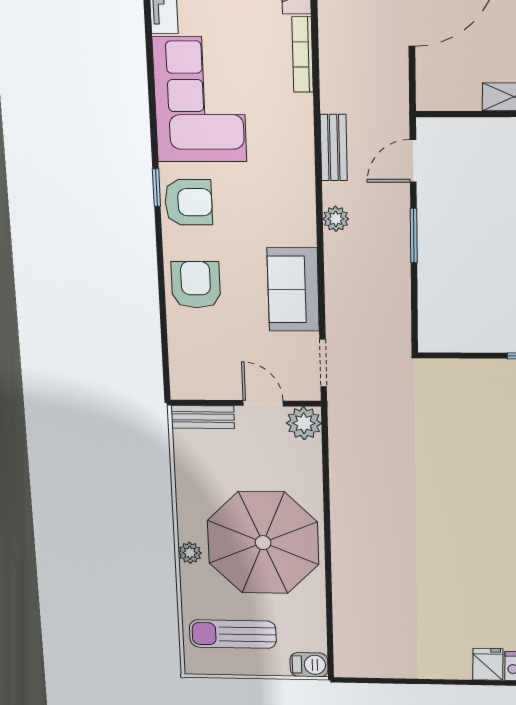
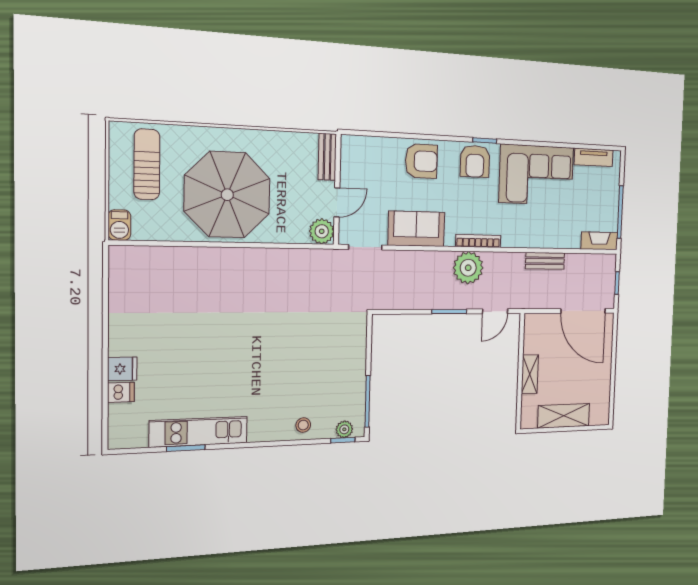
bookcase: (303, 55) -> (478, 241), moved
bench: (334, 148) -> (545, 261), moved
door: (413, 161) -> (495, 311), swing flipped
plant: (336, 219) -> (468, 268), width x1.88, depth x1.88
plant: (190, 553) -> (219, 136), removed

